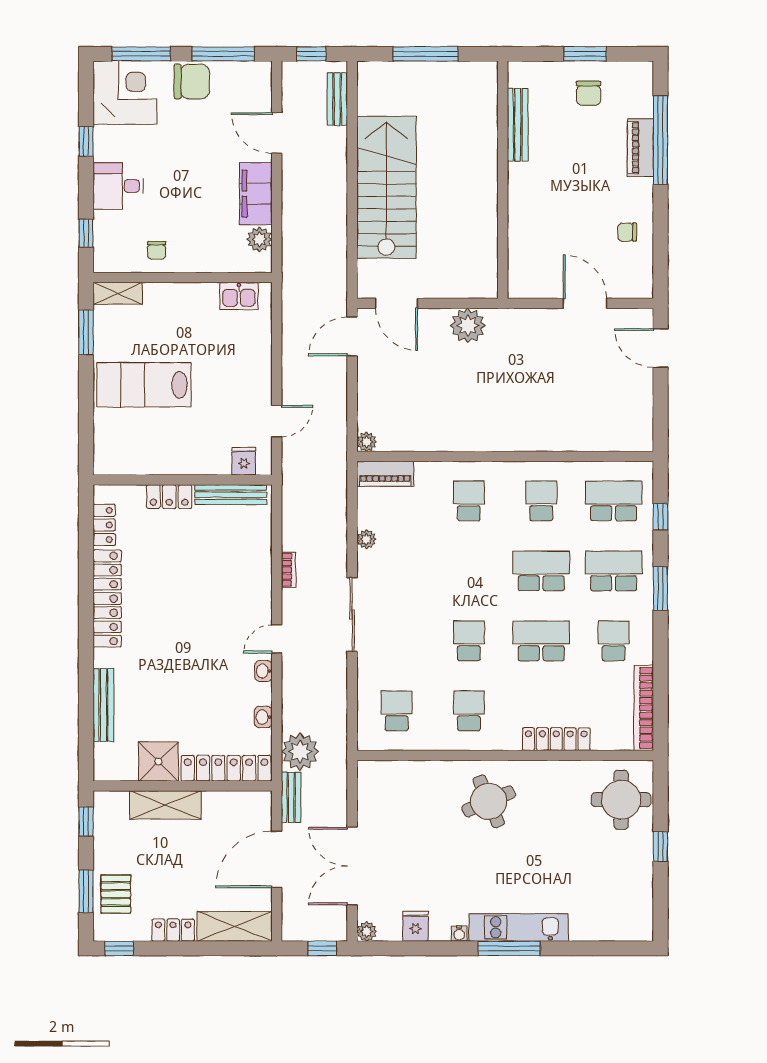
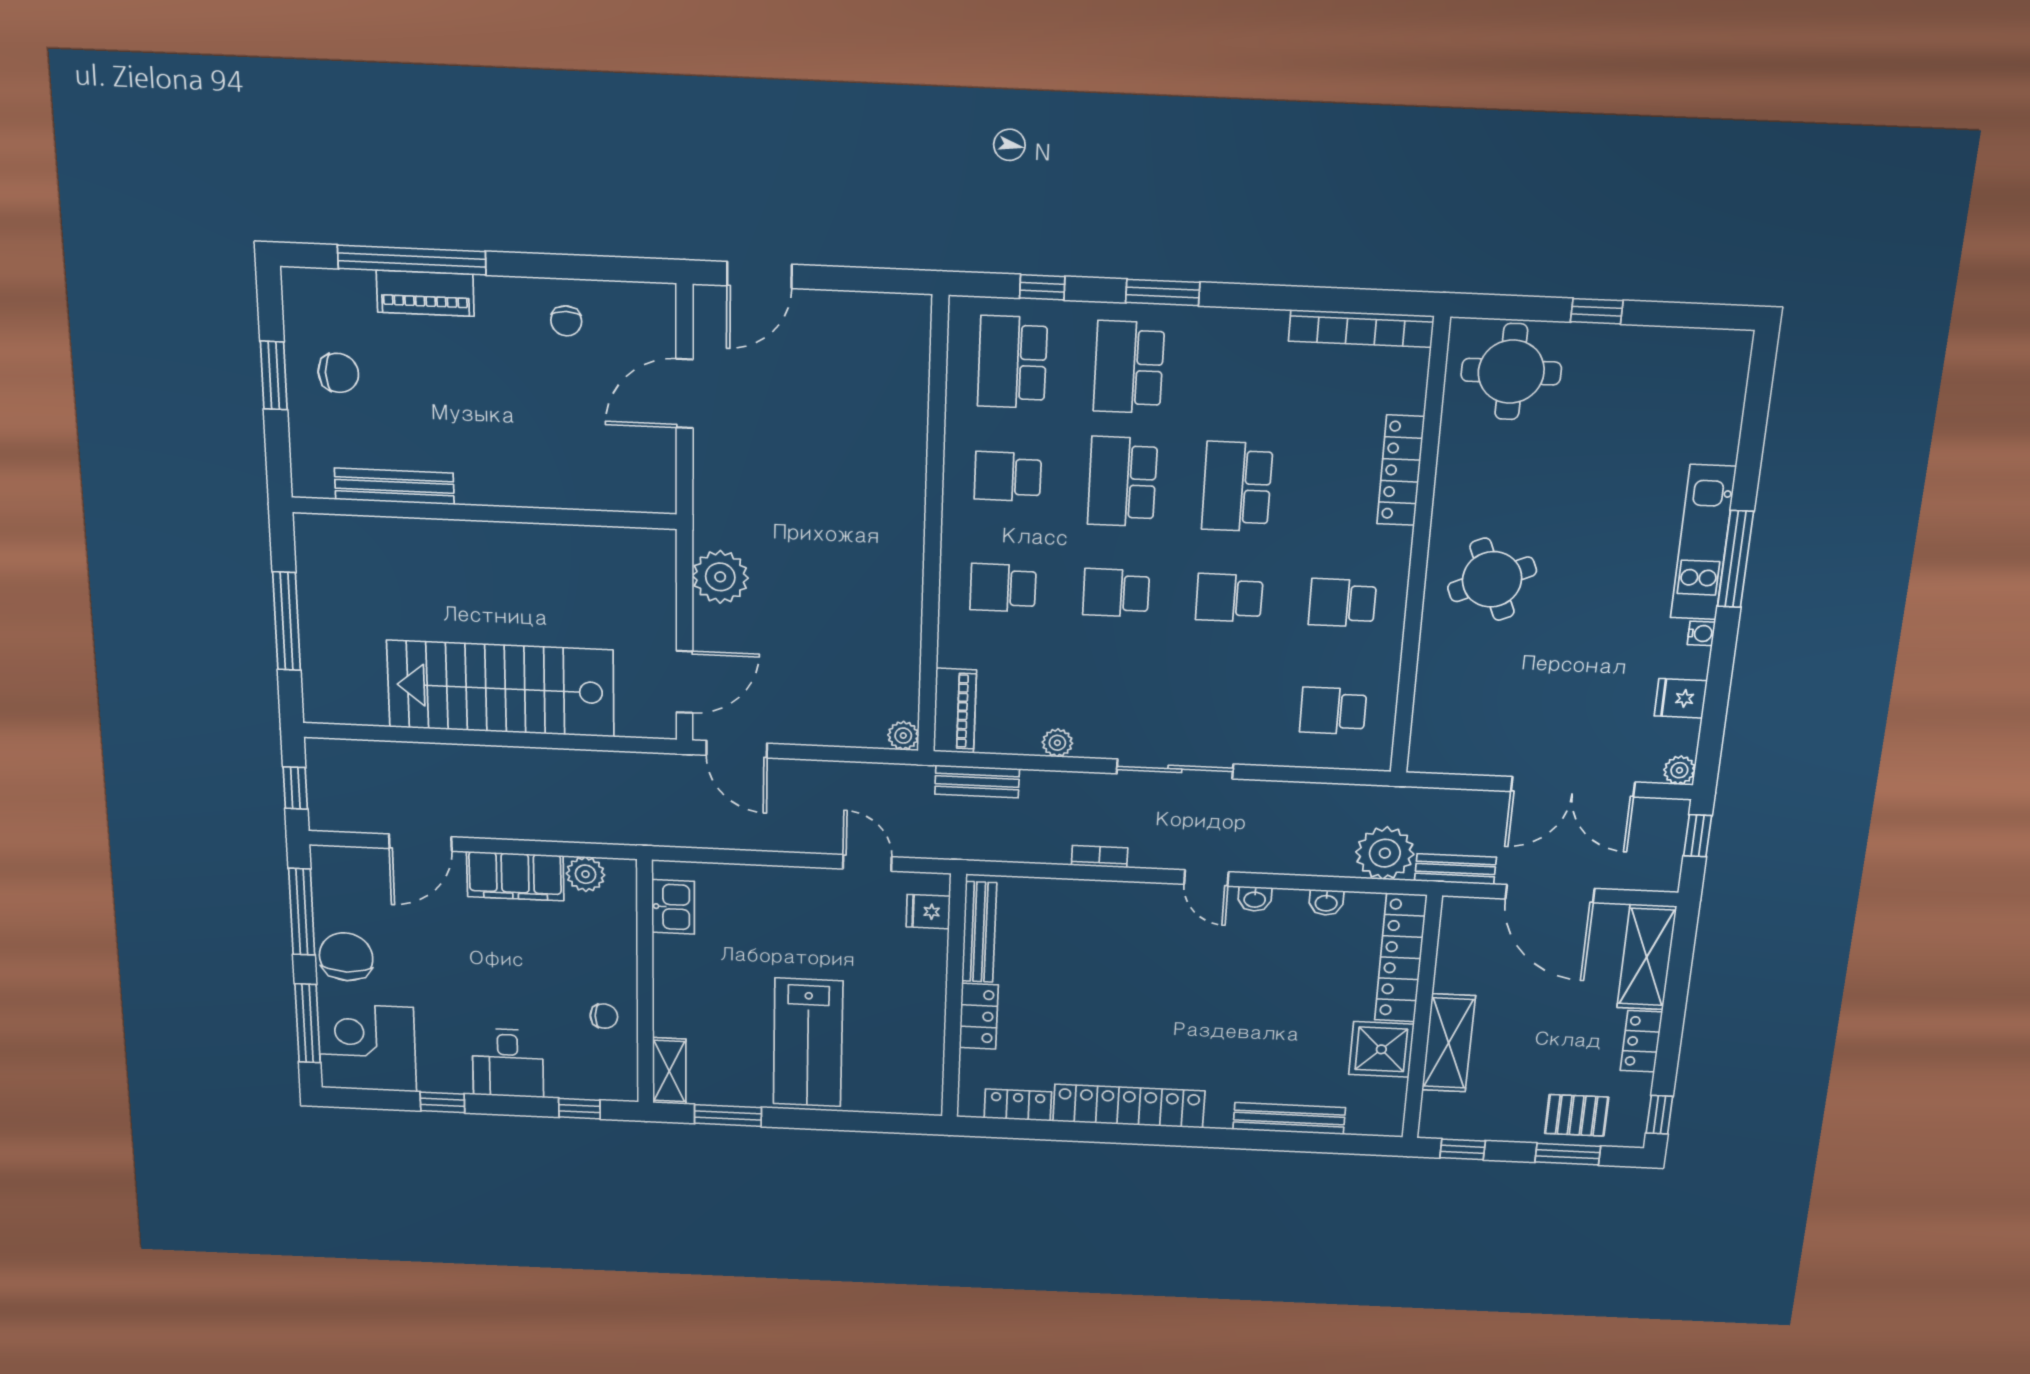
bench: (337, 99) -> (977, 782), moved
school desk: (614, 641) -> (1116, 593), moved

